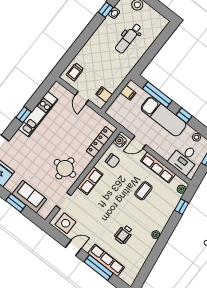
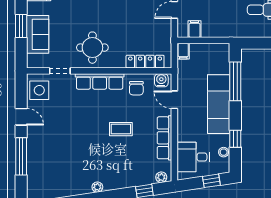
filing cabinet: (128, 93) -> (183, 51), moved
window: (184, 116) -> (235, 139), moved
row of seats: (90, 181) -> (100, 81), width x1.48
coffee table: (143, 191) -> (121, 129), moved
wheelchair: (124, 234) -> (73, 156), removed
row of seats: (106, 260) -> (34, 158), removed

